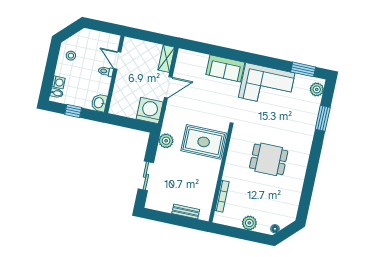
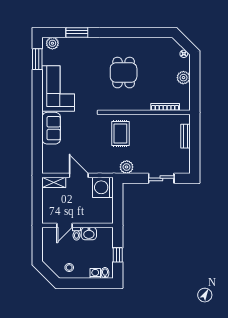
washbasin: (99, 103) -> (89, 233), moved
rug: (204, 142) -> (120, 133), width x0.73, depth x0.70

